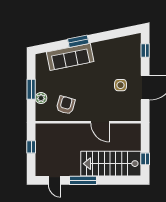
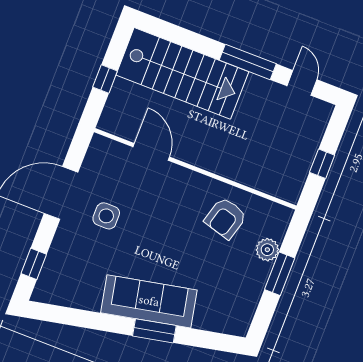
sofa: (70, 57) -> (149, 301), moved
door: (100, 122) -> (151, 152), moved
window: (145, 159) -> (105, 79), moved

